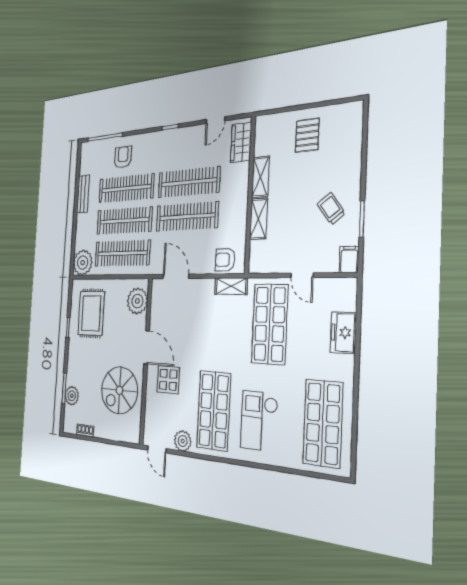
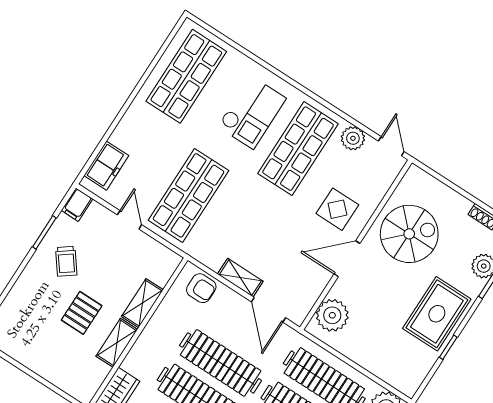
pallet: (307, 135) -> (82, 313), moved
shelving: (231, 286) -> (240, 278), moved
rug: (91, 313) -> (437, 314), moved
freezer: (343, 333) -> (106, 166), moved
door: (147, 347) -> (347, 259), hinge flipped

